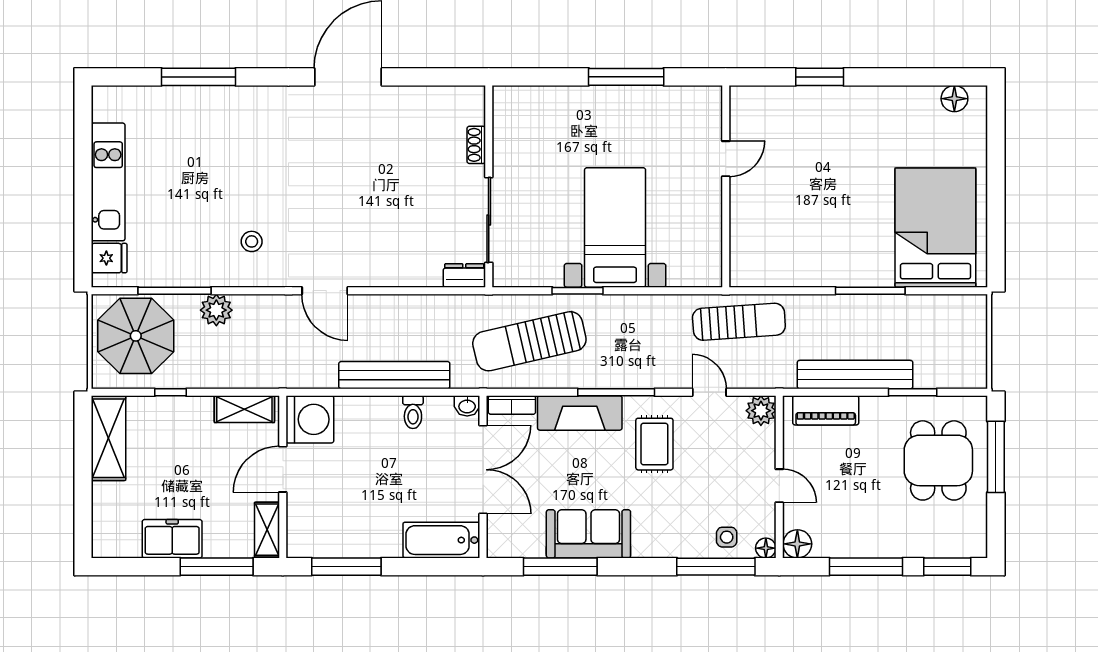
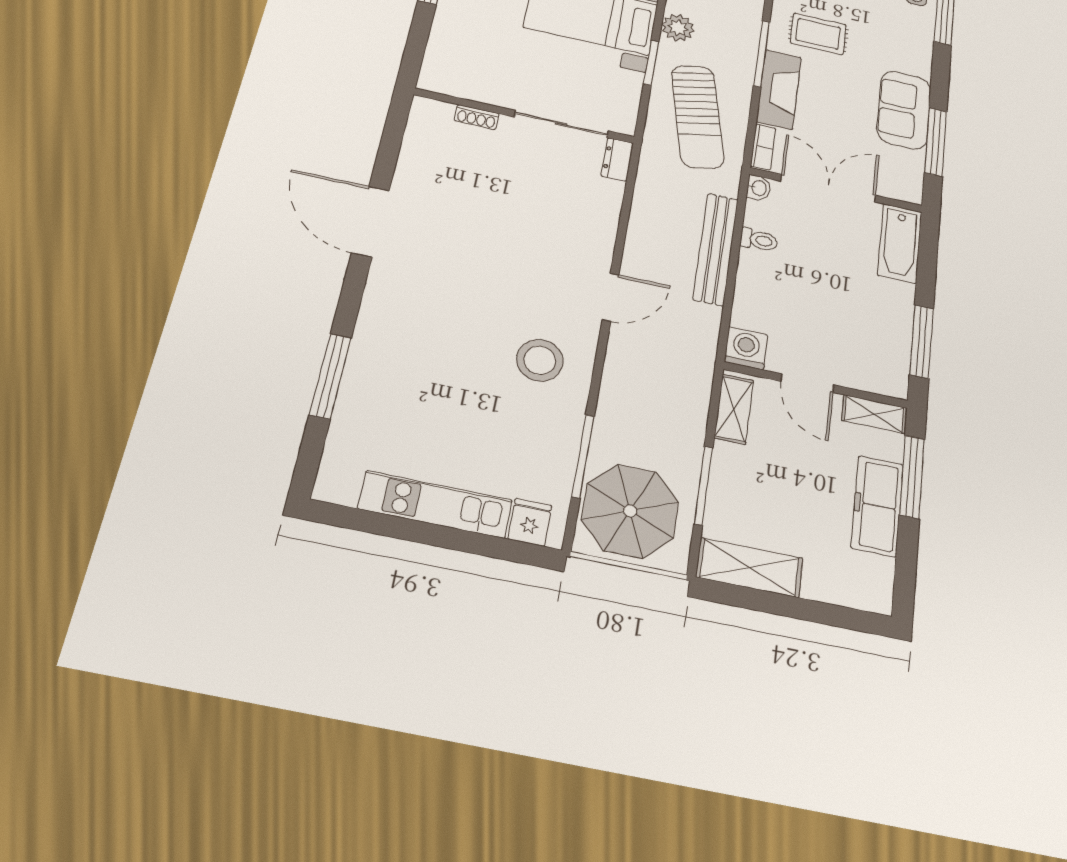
stool: (252, 241) -> (540, 360), width x1.89, depth x1.89
plant: (216, 310) -> (678, 28), moved
window: (170, 392) -> (703, 485), width x2.17
washing machine: (310, 419) -> (746, 348), width x0.73, depth x0.73
freezer: (172, 539) -> (877, 506), width x1.40

